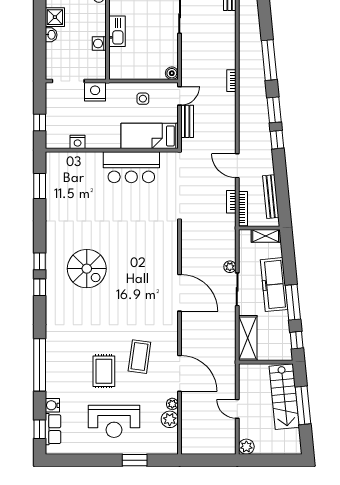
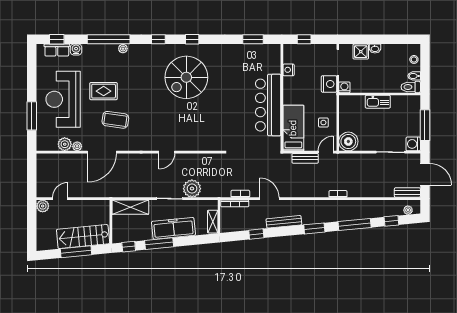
window: (265, 14) -> (391, 221), added
shower: (55, 17) -> (361, 52), moved
washing machine: (99, 43) -> (344, 87), moved
boiler: (172, 73) -> (348, 141), width x1.86, depth x1.86
door: (180, 96) -> (326, 152), swing flipped
window: (277, 140) -> (256, 234), moved
door: (237, 166) -> (269, 199), hinge flipped
bar counter: (131, 167) -> (268, 105), width x1.36
bench: (271, 197) -> (284, 222), moved
plant: (230, 267) -> (192, 189), width x1.88, depth x1.88
spiral stairs: (87, 269) -> (186, 77), width x1.37, depth x1.37
window: (40, 287) -> (158, 39), moved
door: (180, 293) -> (167, 152), width x0.53
plant: (51, 347) -> (123, 49), added
door: (237, 409) -> (60, 199), moved
reception desk: (114, 421) -> (63, 99), width x1.36, depth x1.30
window: (135, 460) -> (32, 116), width x1.44

